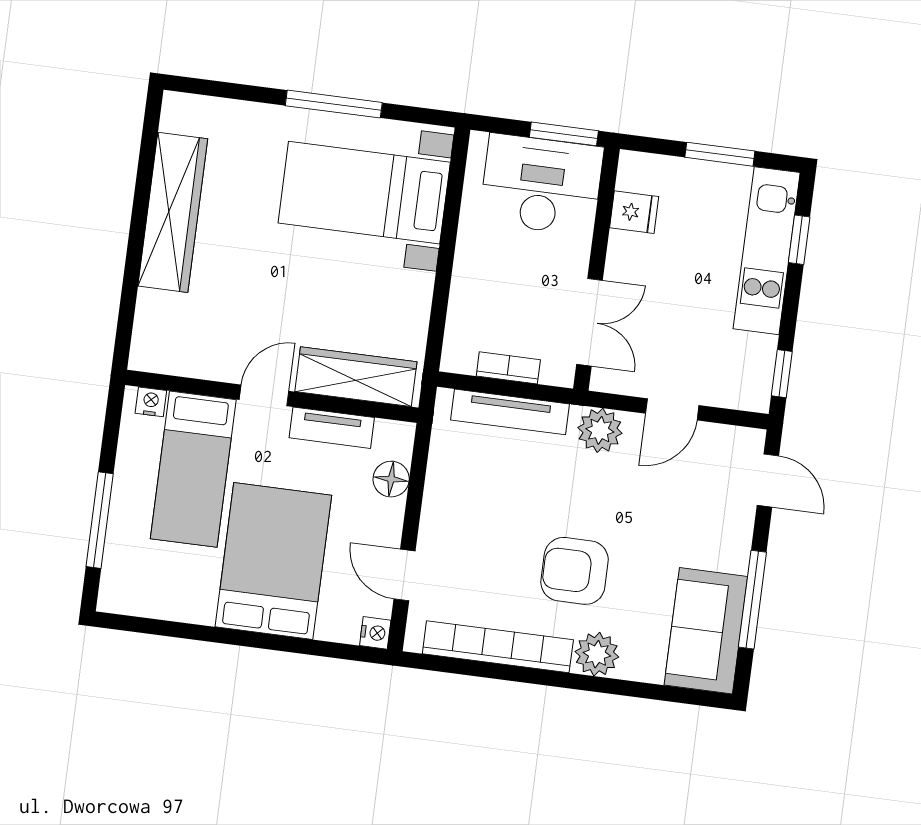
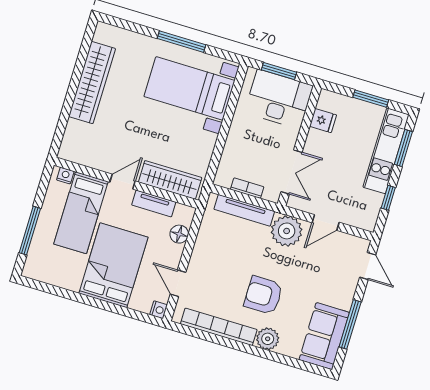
window: (564, 134) -> (279, 71), moved
window: (799, 240) -> (403, 148), width x1.50
window: (782, 374) -> (388, 198), moved
plant: (600, 430) -> (287, 231), width x1.36, depth x1.36

